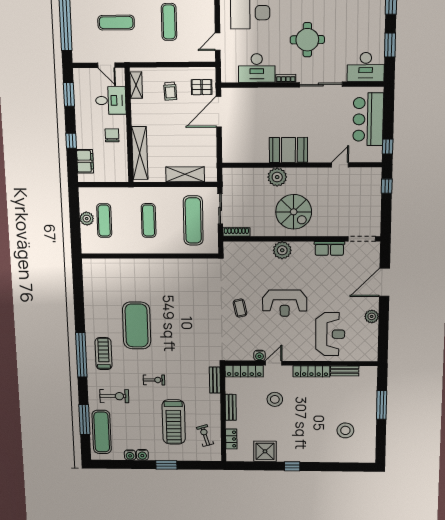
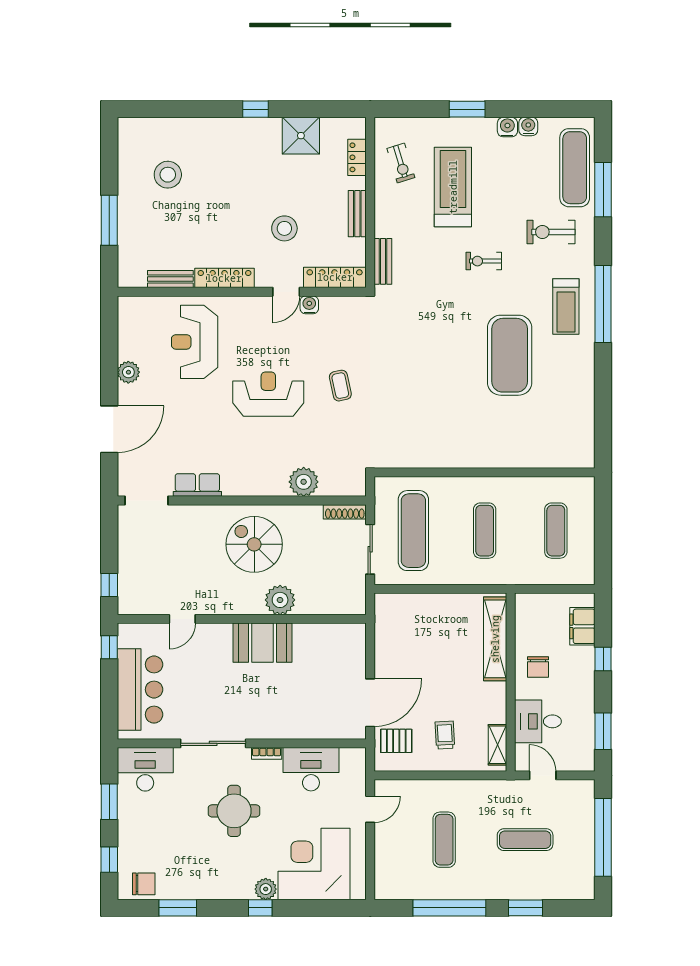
shelving: (185, 174) -> (425, 605), removed
plant: (87, 219) -> (584, 534), removed
plant: (282, 250) -> (304, 482), moved

